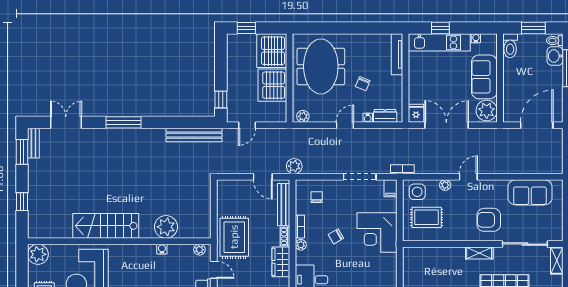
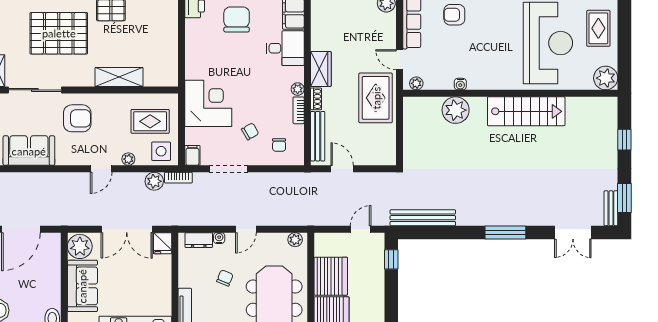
plant: (294, 166) -> (154, 181), moved
chair: (336, 236) -> (250, 131), moved
shelving: (479, 253) -> (119, 77), moved, width x1.50, depth x1.33

